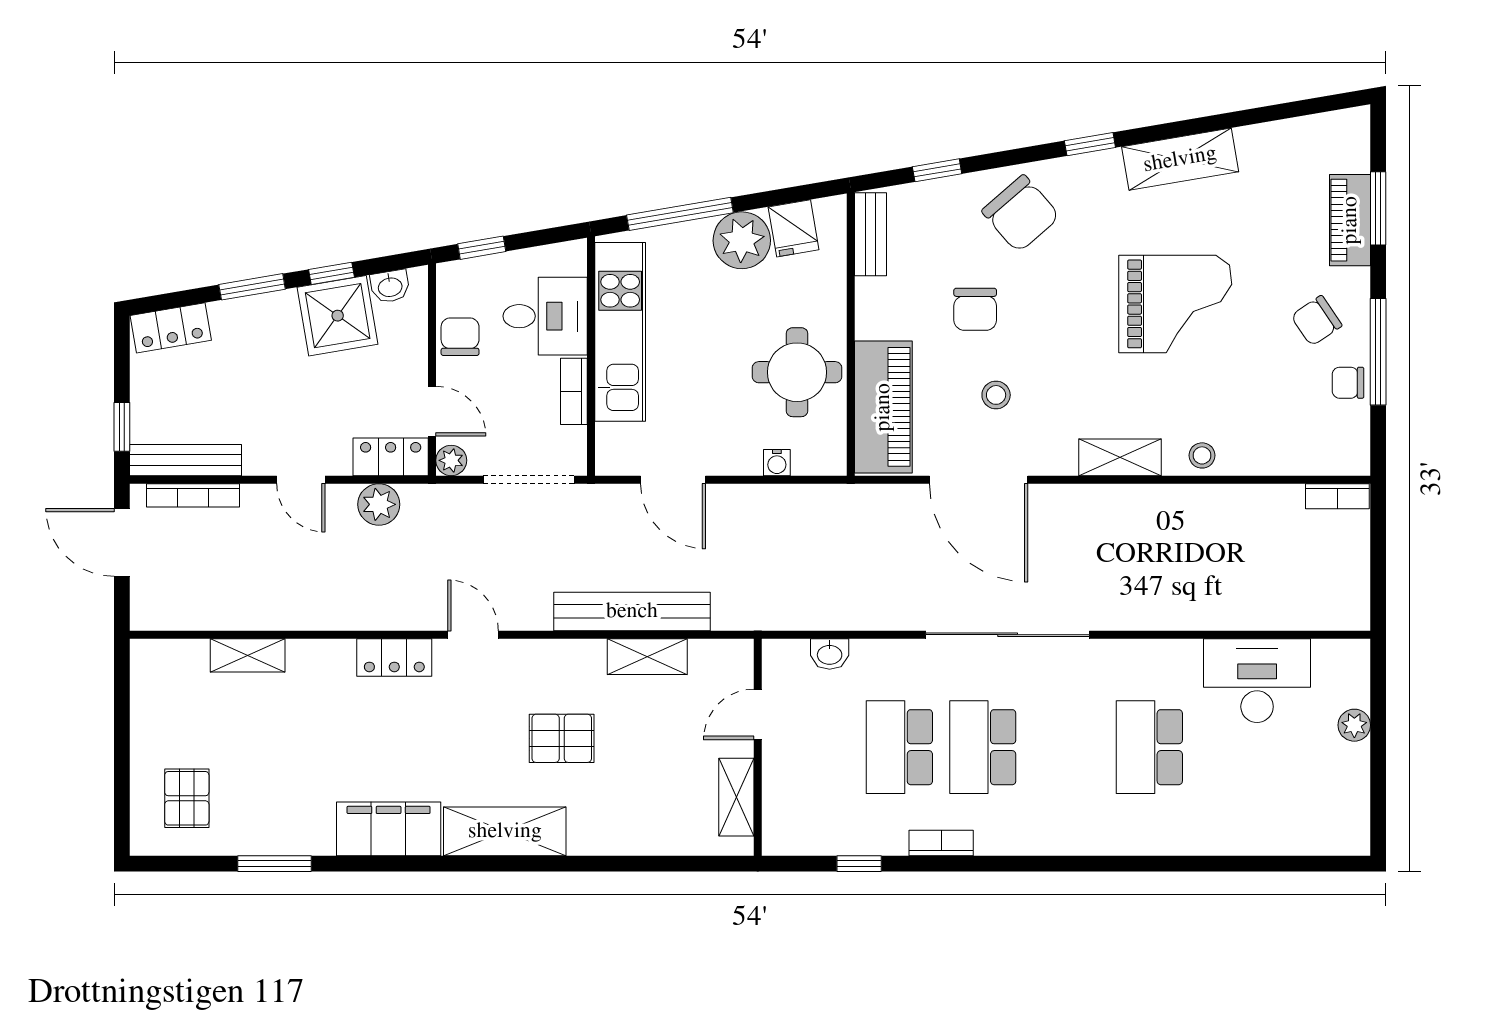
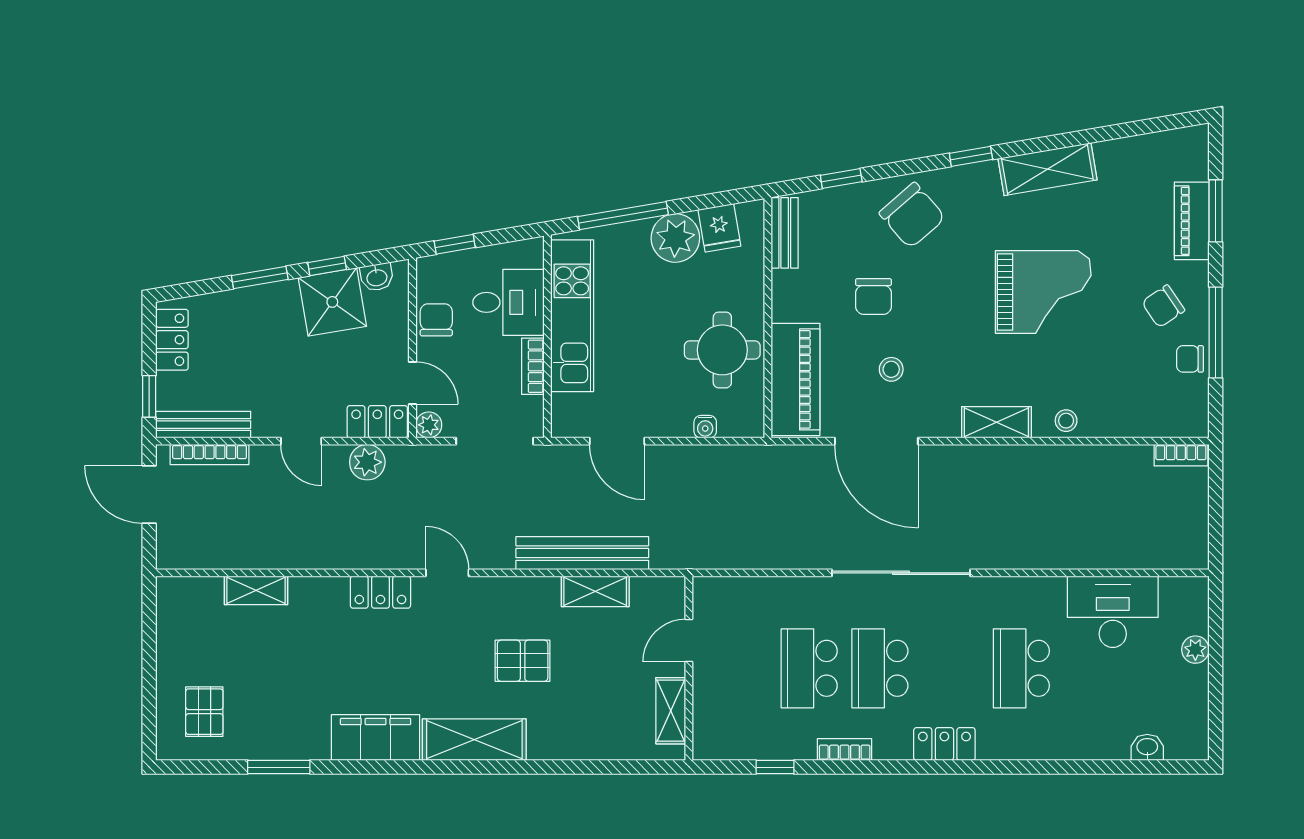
locker: (171, 328) -> (172, 340), moved, turned -80
washbasin: (830, 654) -> (1147, 747), moved, turned 180
locker: (1059, 836) -> (944, 744), added

